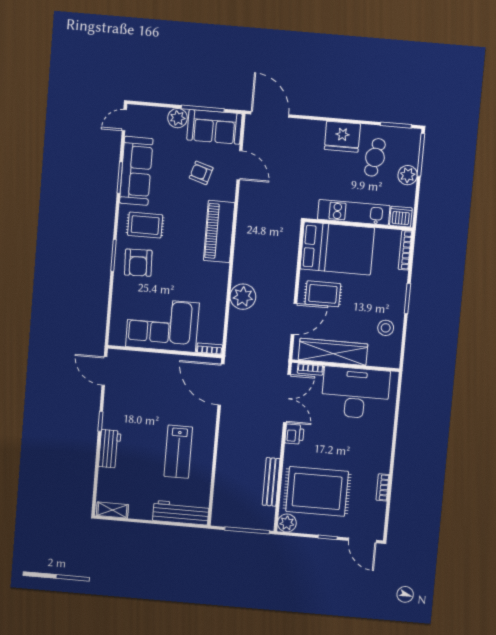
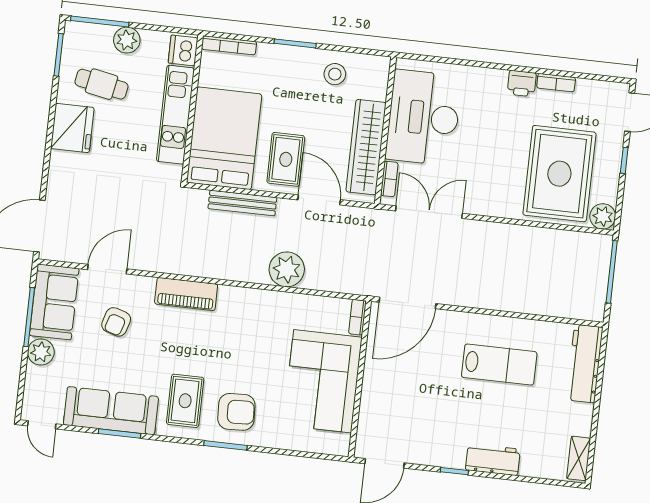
piano: (219, 231) -> (186, 294), width x0.73, depth x0.75
printer: (294, 434) -> (522, 83), moved, turned 180
bench: (271, 482) -> (242, 203), moved

